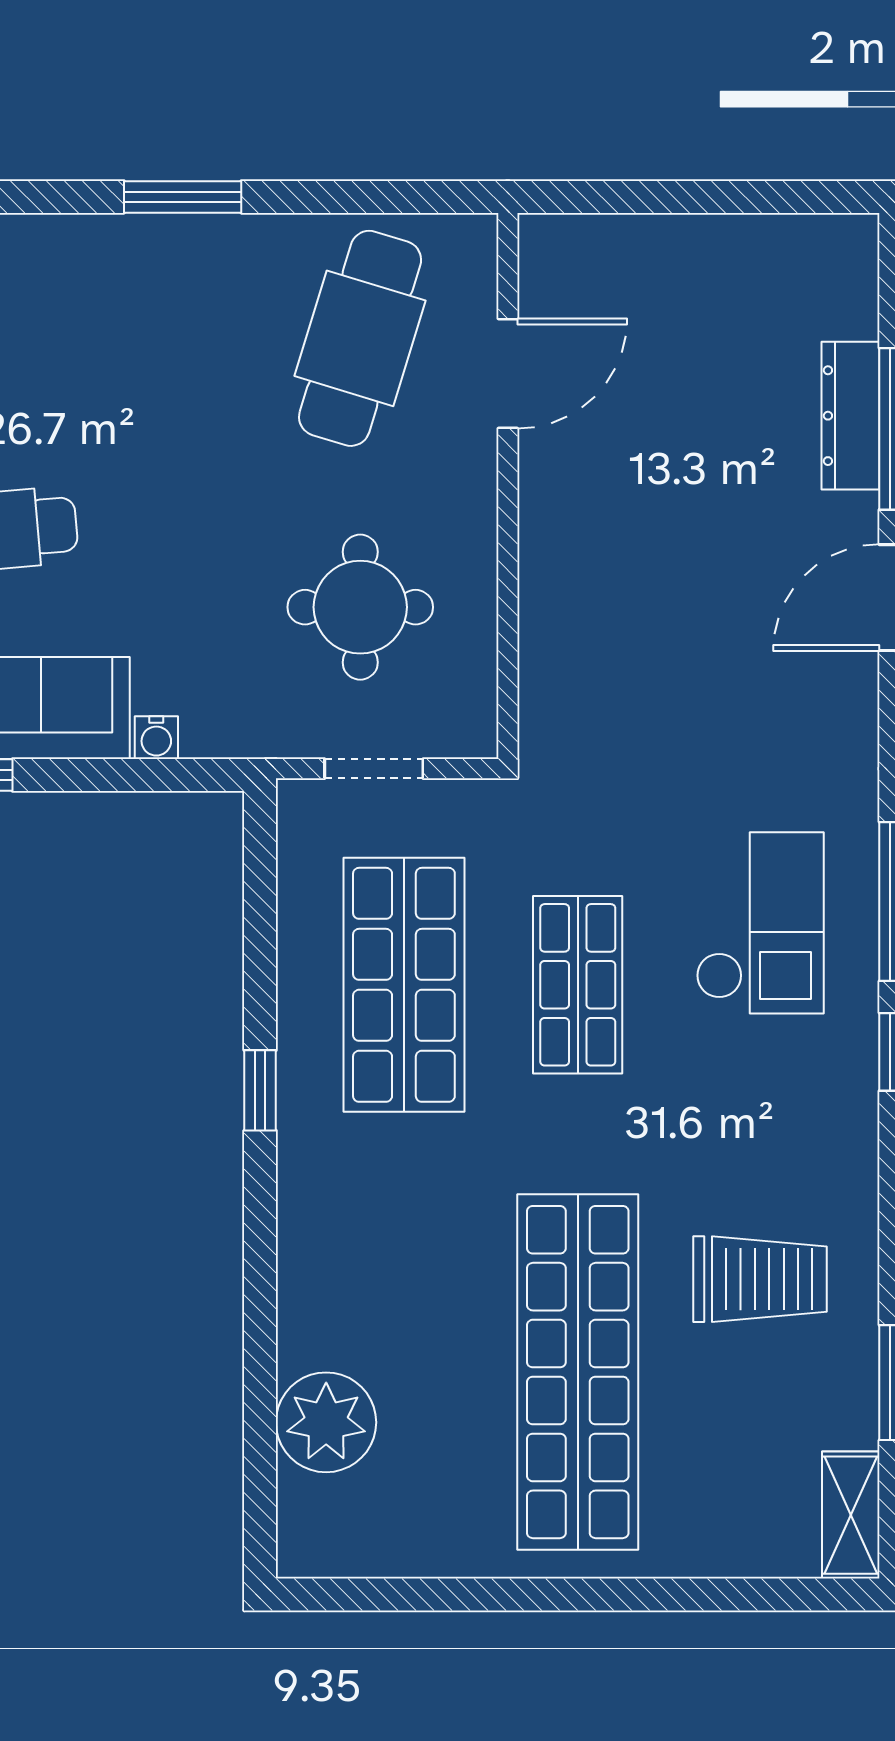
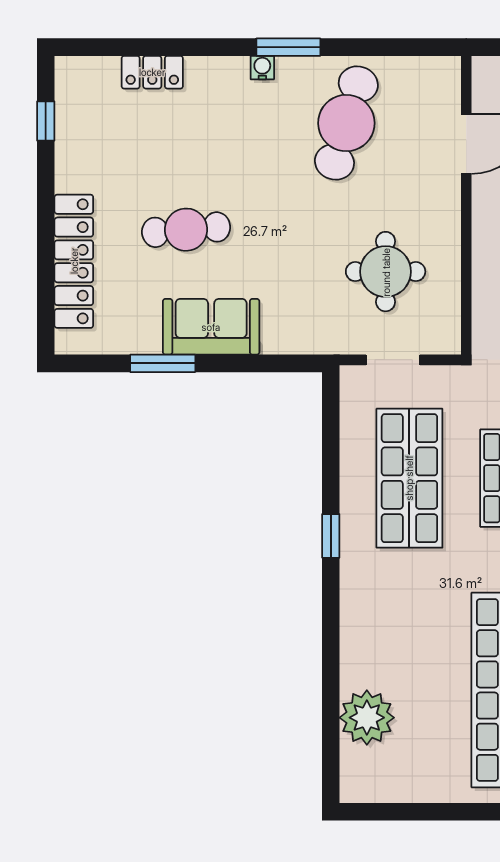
cafe table: (360, 338) -> (346, 123), moved
water cooler: (156, 738) -> (262, 68), moved, turned 180

